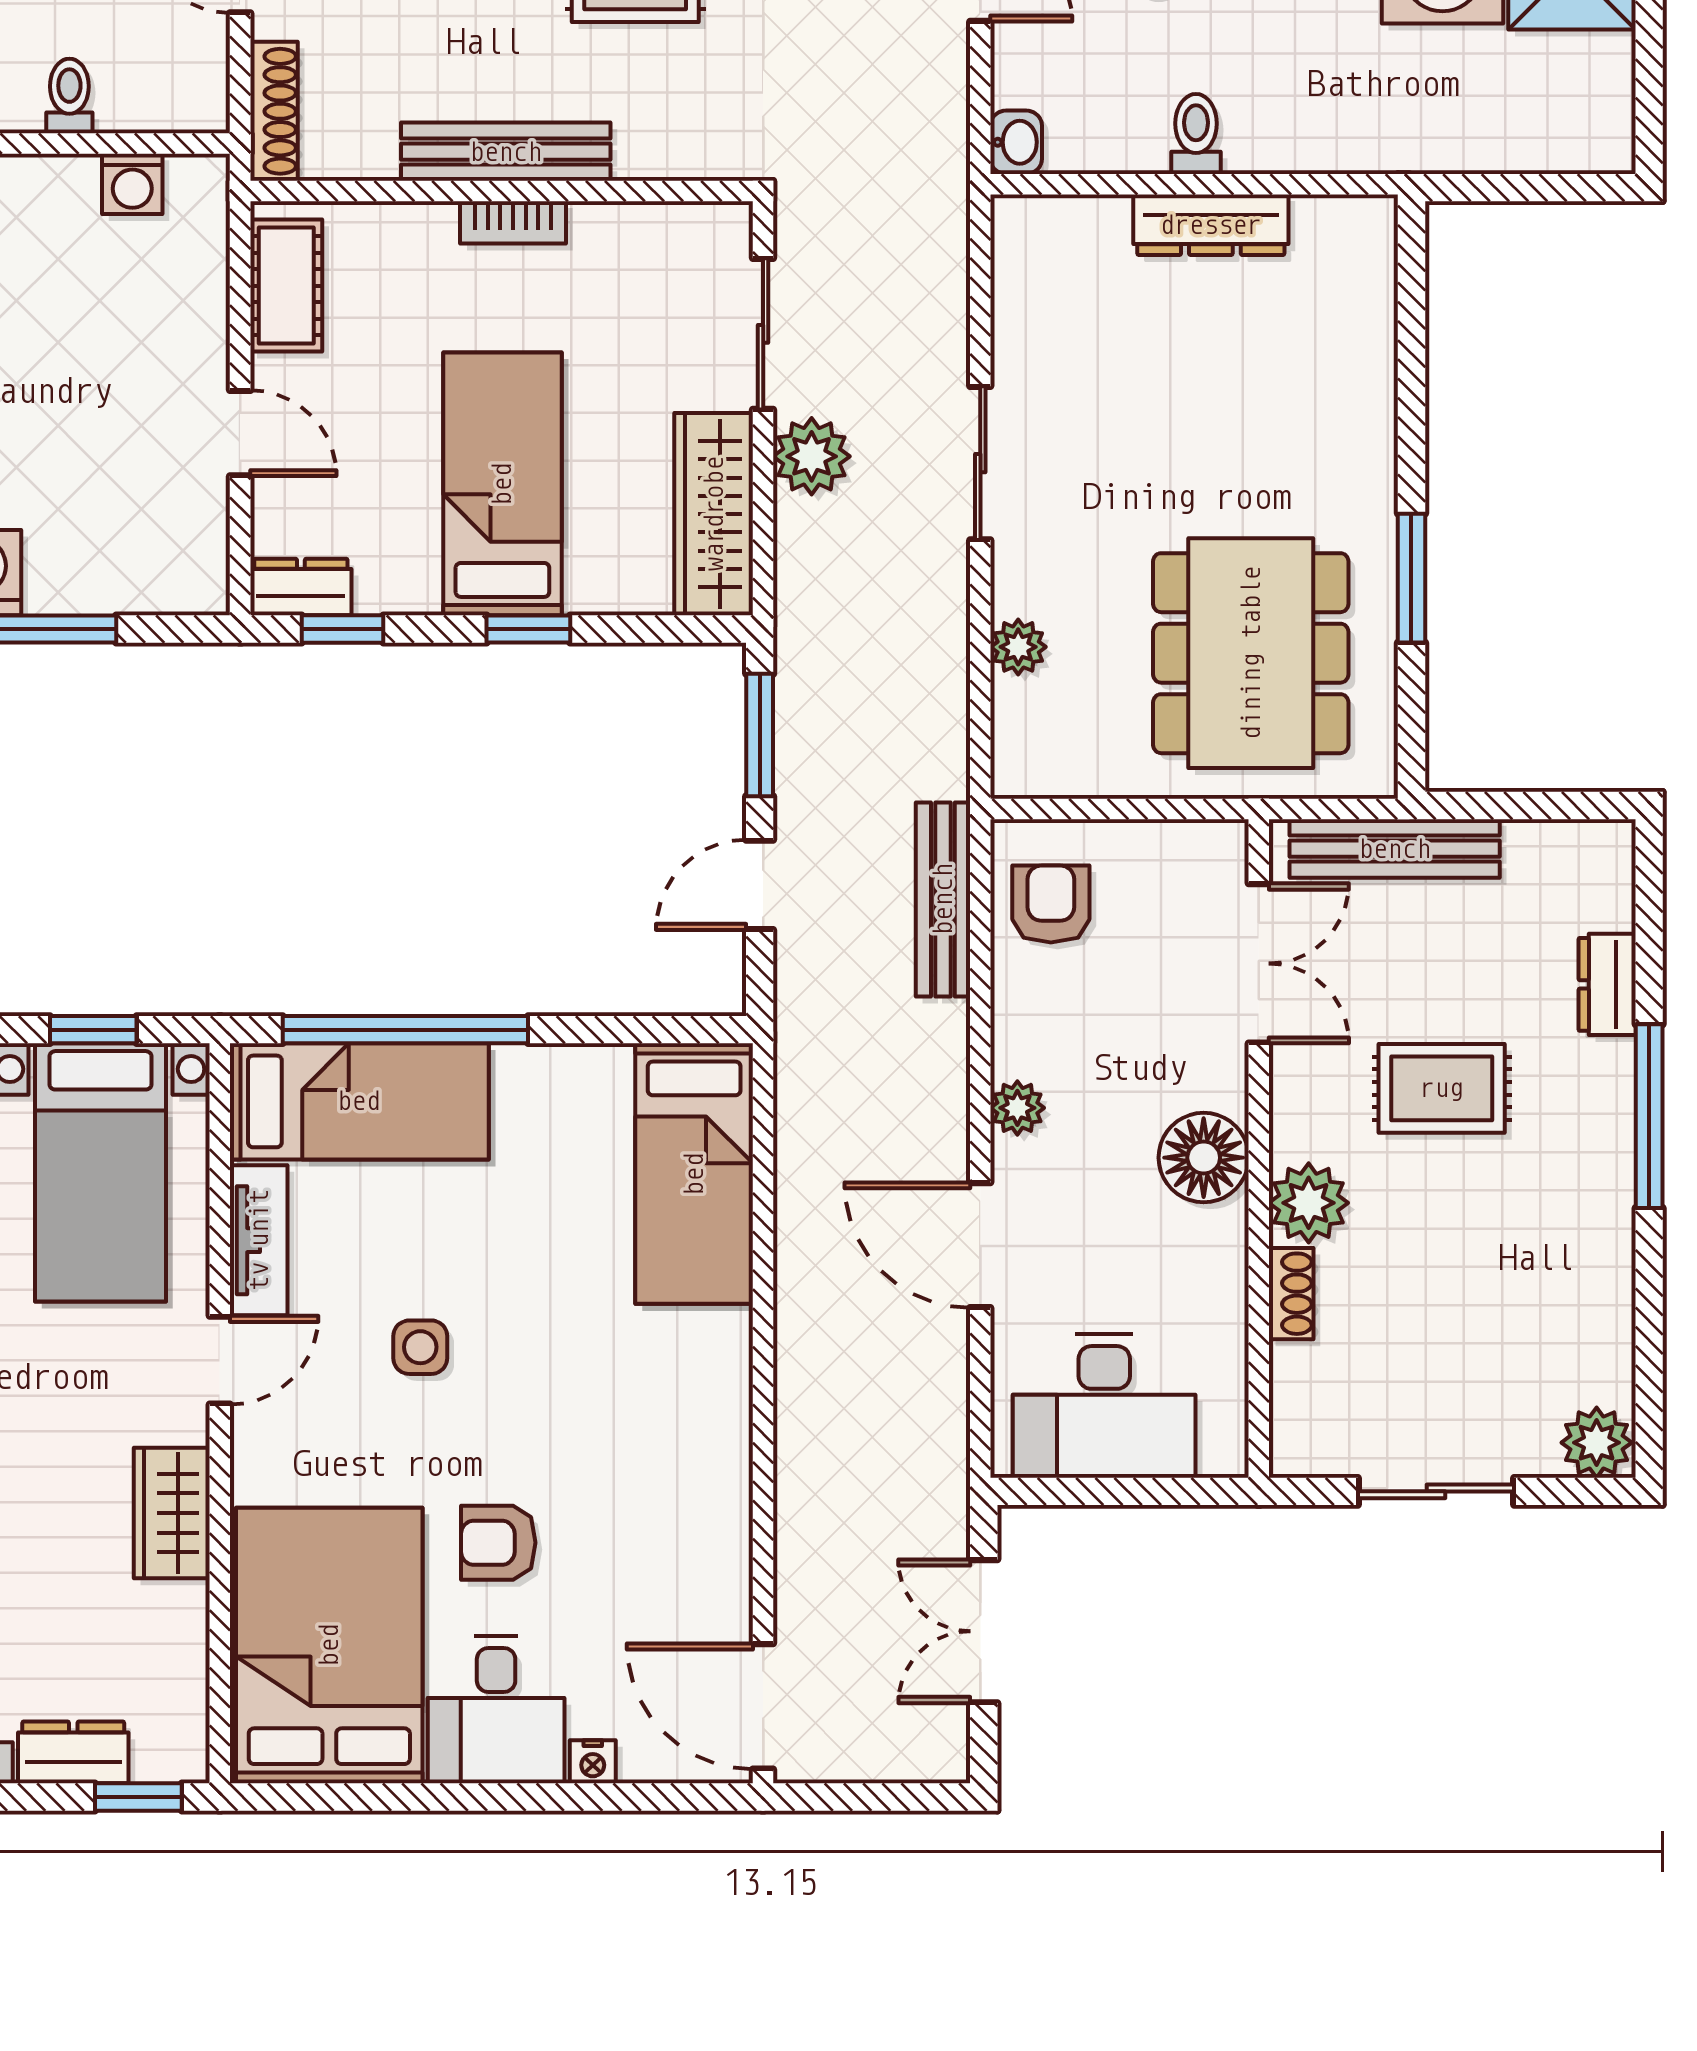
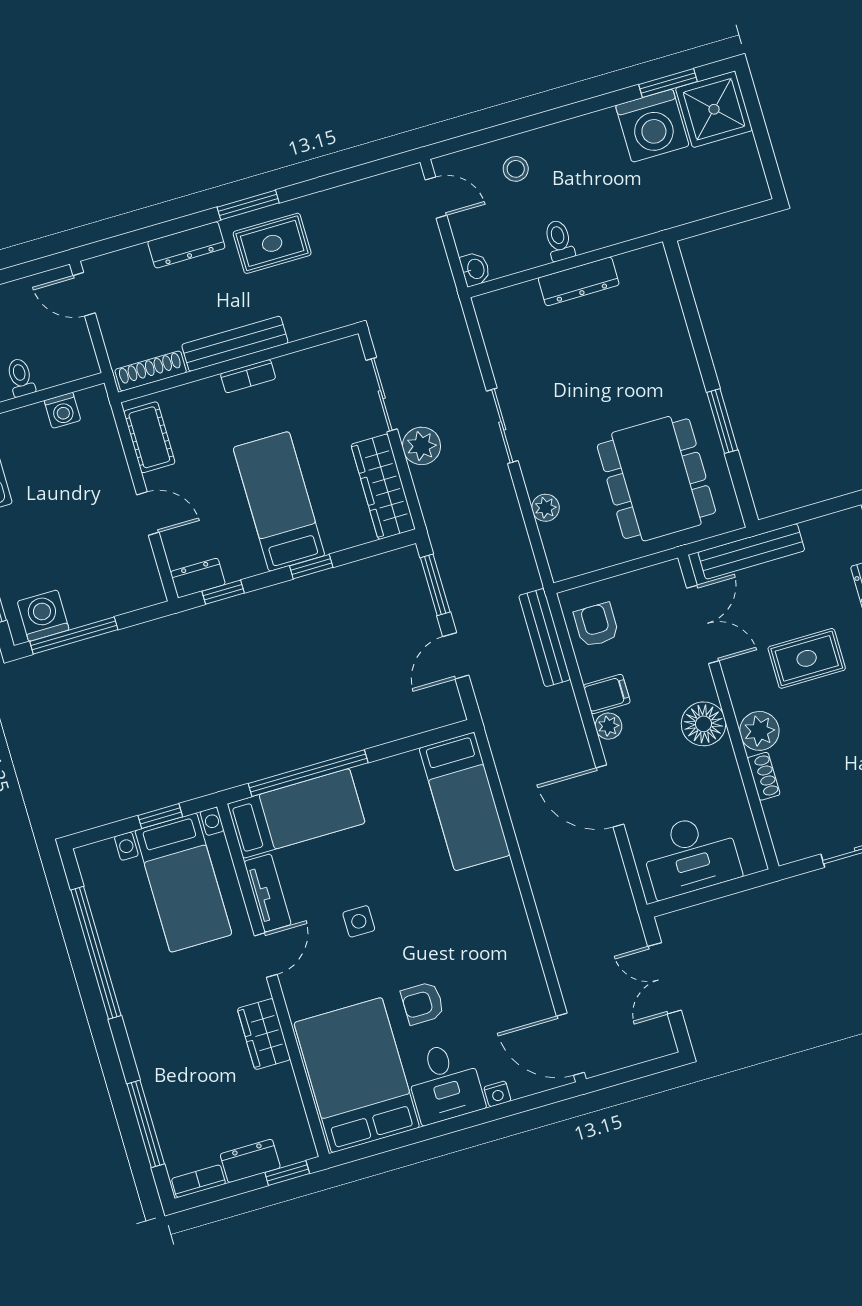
shoe rack: (274, 111) -> (151, 371), moved, turned -90
filing cabinet: (1032, 1044) -> (607, 694), added

